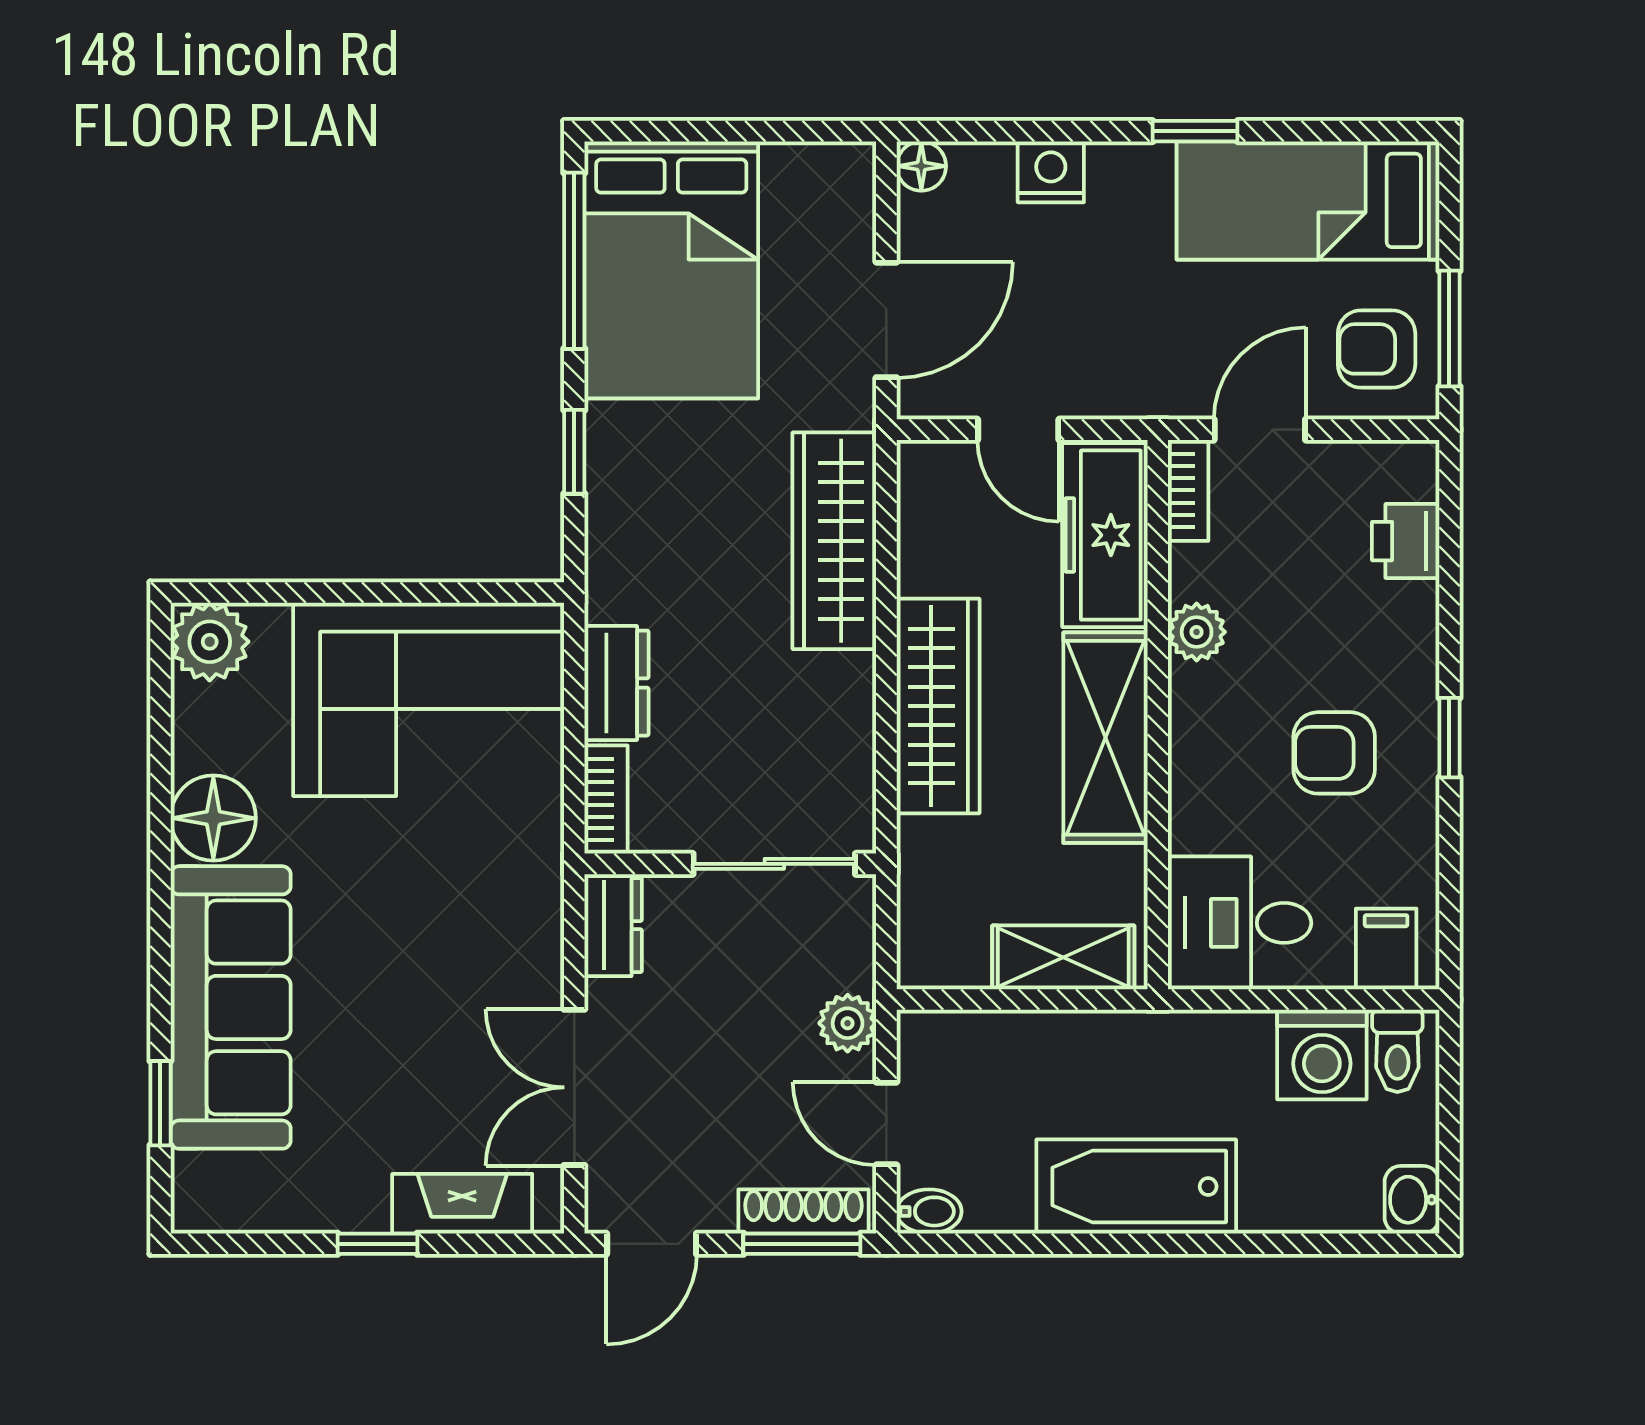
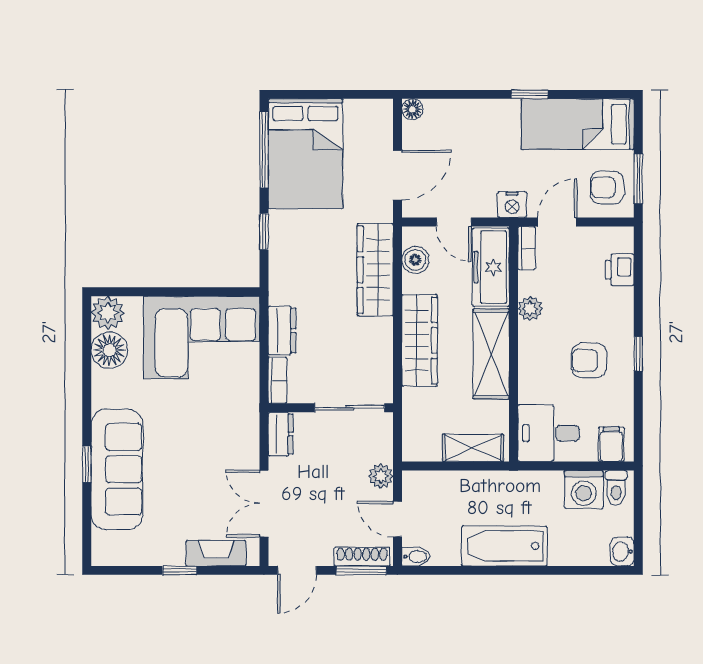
nightstand: (1051, 172) -> (512, 205), moved, turned 180
boiler: (928, 518) -> (415, 260), added
floor lamp: (213, 818) -> (109, 350), moved
window: (160, 1103) -> (87, 464), moved

